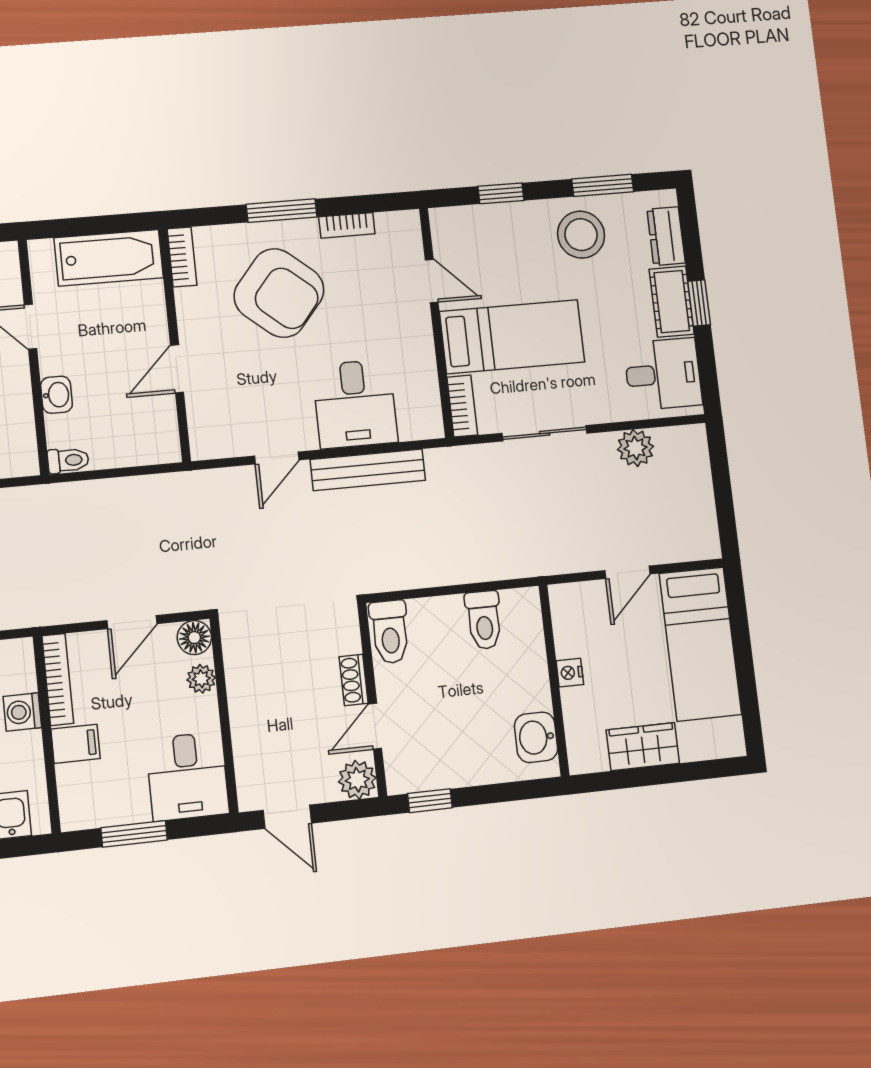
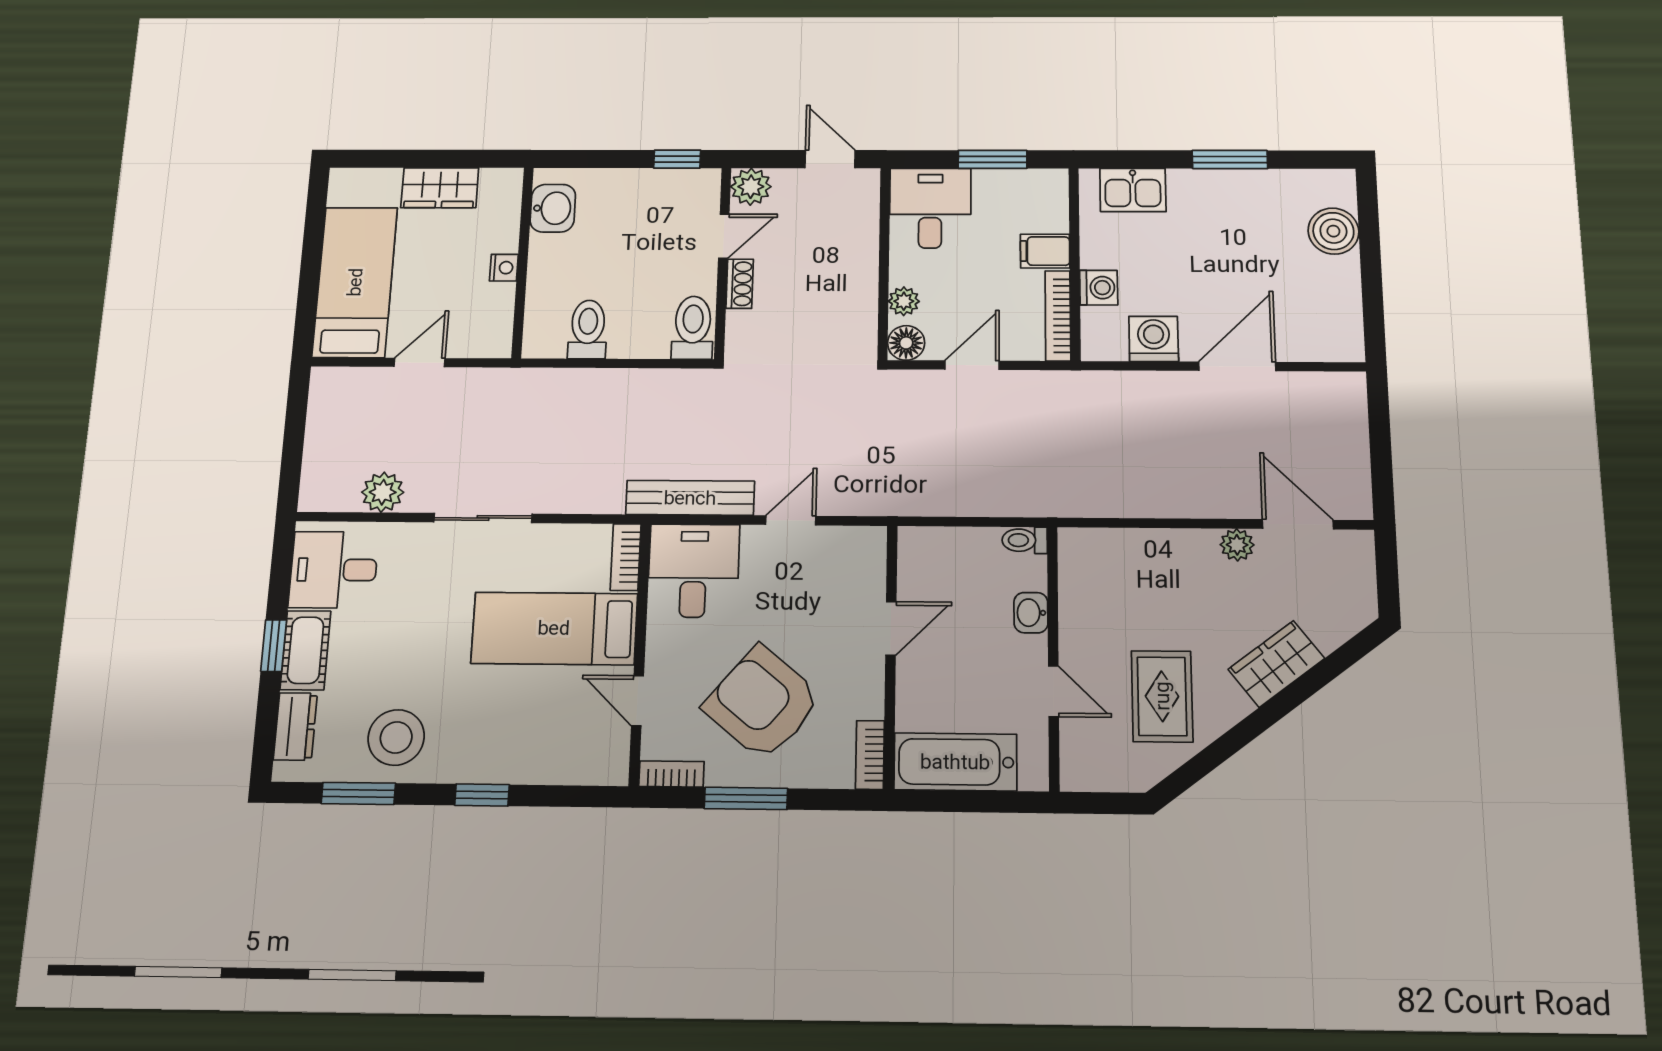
door: (432, 281) -> (638, 701), moved
wall: (436, 322) -> (640, 653), moved
bed: (512, 337) -> (554, 628), moved
bookcase: (462, 406) -> (626, 557), moved

